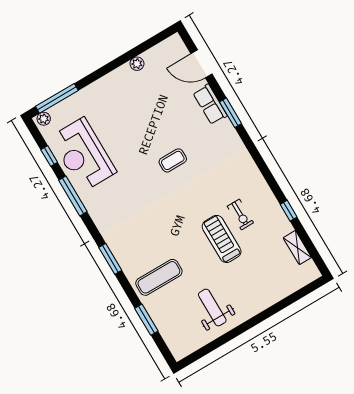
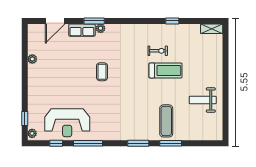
window: (57, 98) -> (25, 118), width x0.46
plant: (226, 126) -> (101, 28), added
treadmill: (222, 239) -> (166, 70), turned 180
shelving: (297, 248) -> (212, 29), moved
window: (146, 320) -> (171, 143), moved

